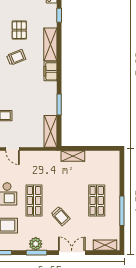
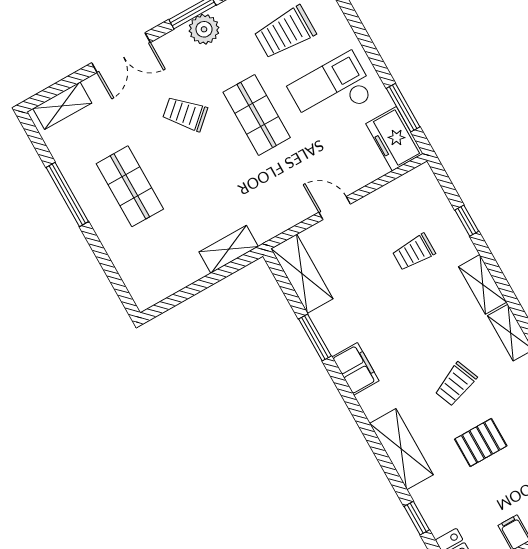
pallet: (19, 30) -> (481, 443), turned 90
filing cabinet: (51, 71) -> (355, 369), moved
door: (12, 149) -> (335, 208), moved

